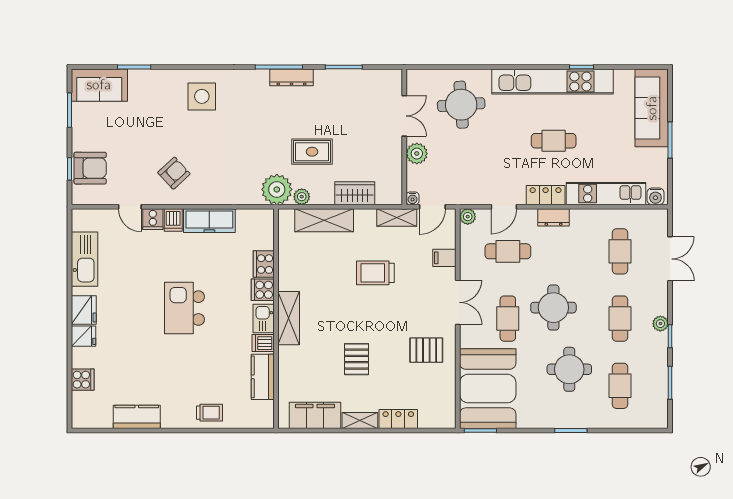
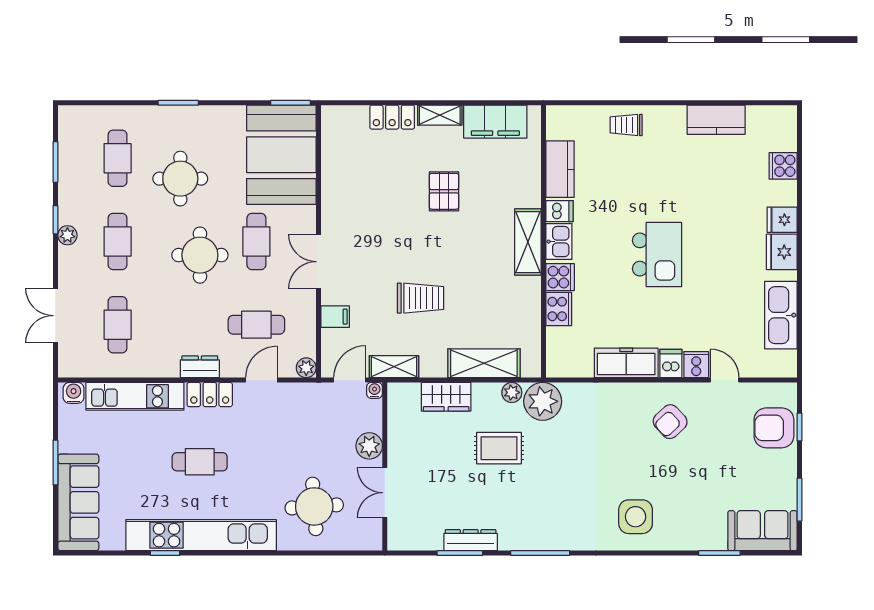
dresser: (291, 77) -> (471, 540), moved
pallet: (426, 350) -> (357, 202), removed

